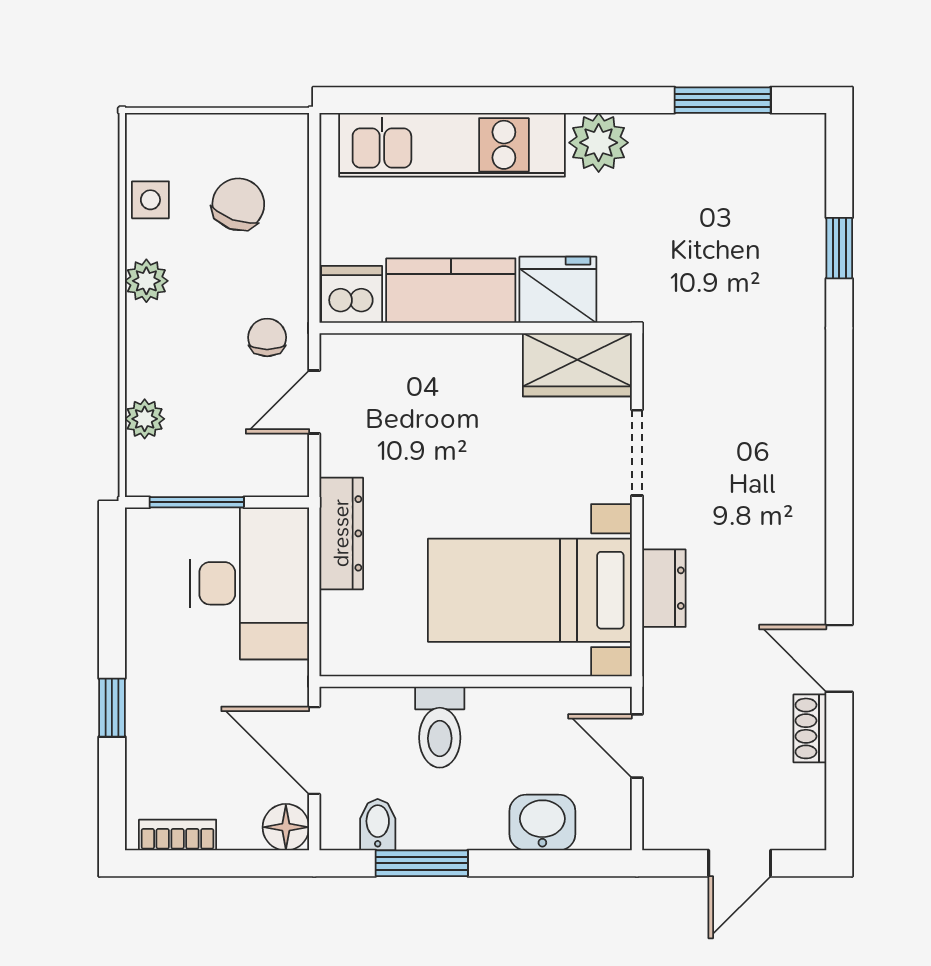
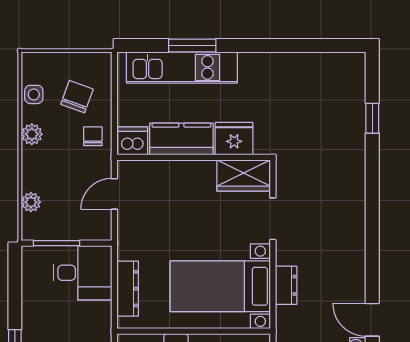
window: (723, 100) -> (192, 45), moved
plant: (599, 143) -> (254, 66), removed
chair: (267, 337) -> (93, 136), moved
dresser: (341, 533) -> (128, 289), moved
desk: (249, 583) -> (82, 273), width x0.73

